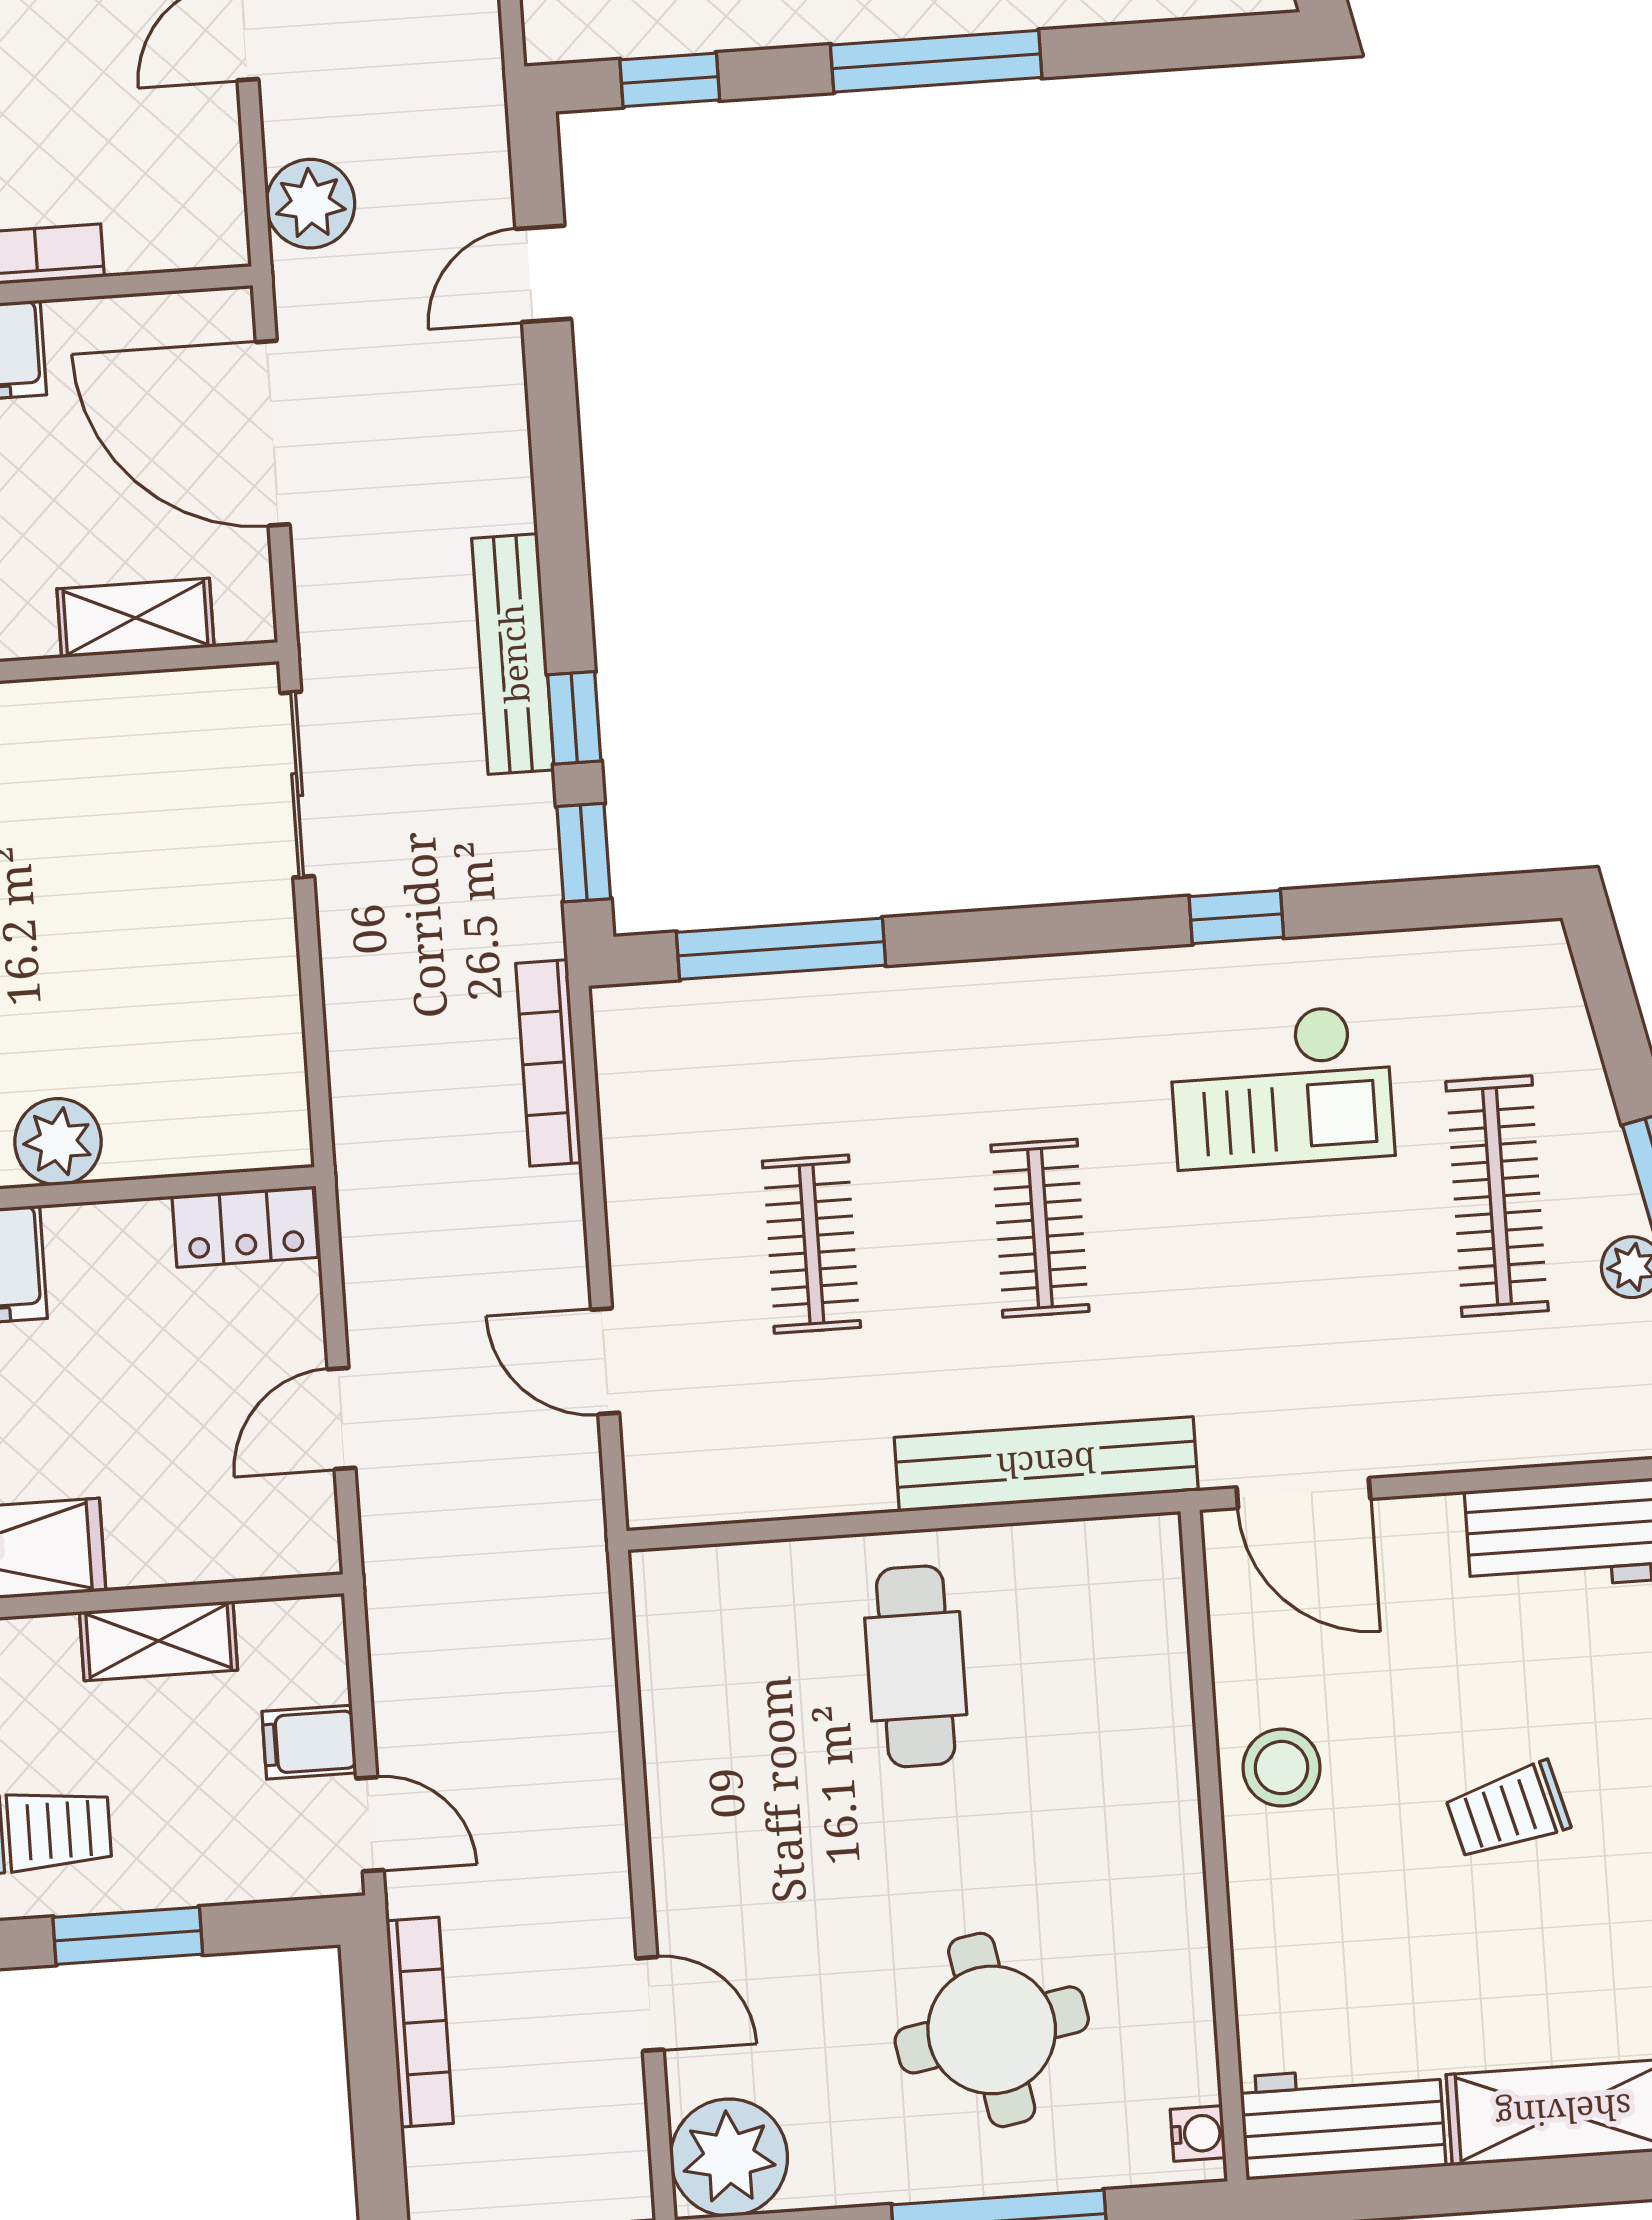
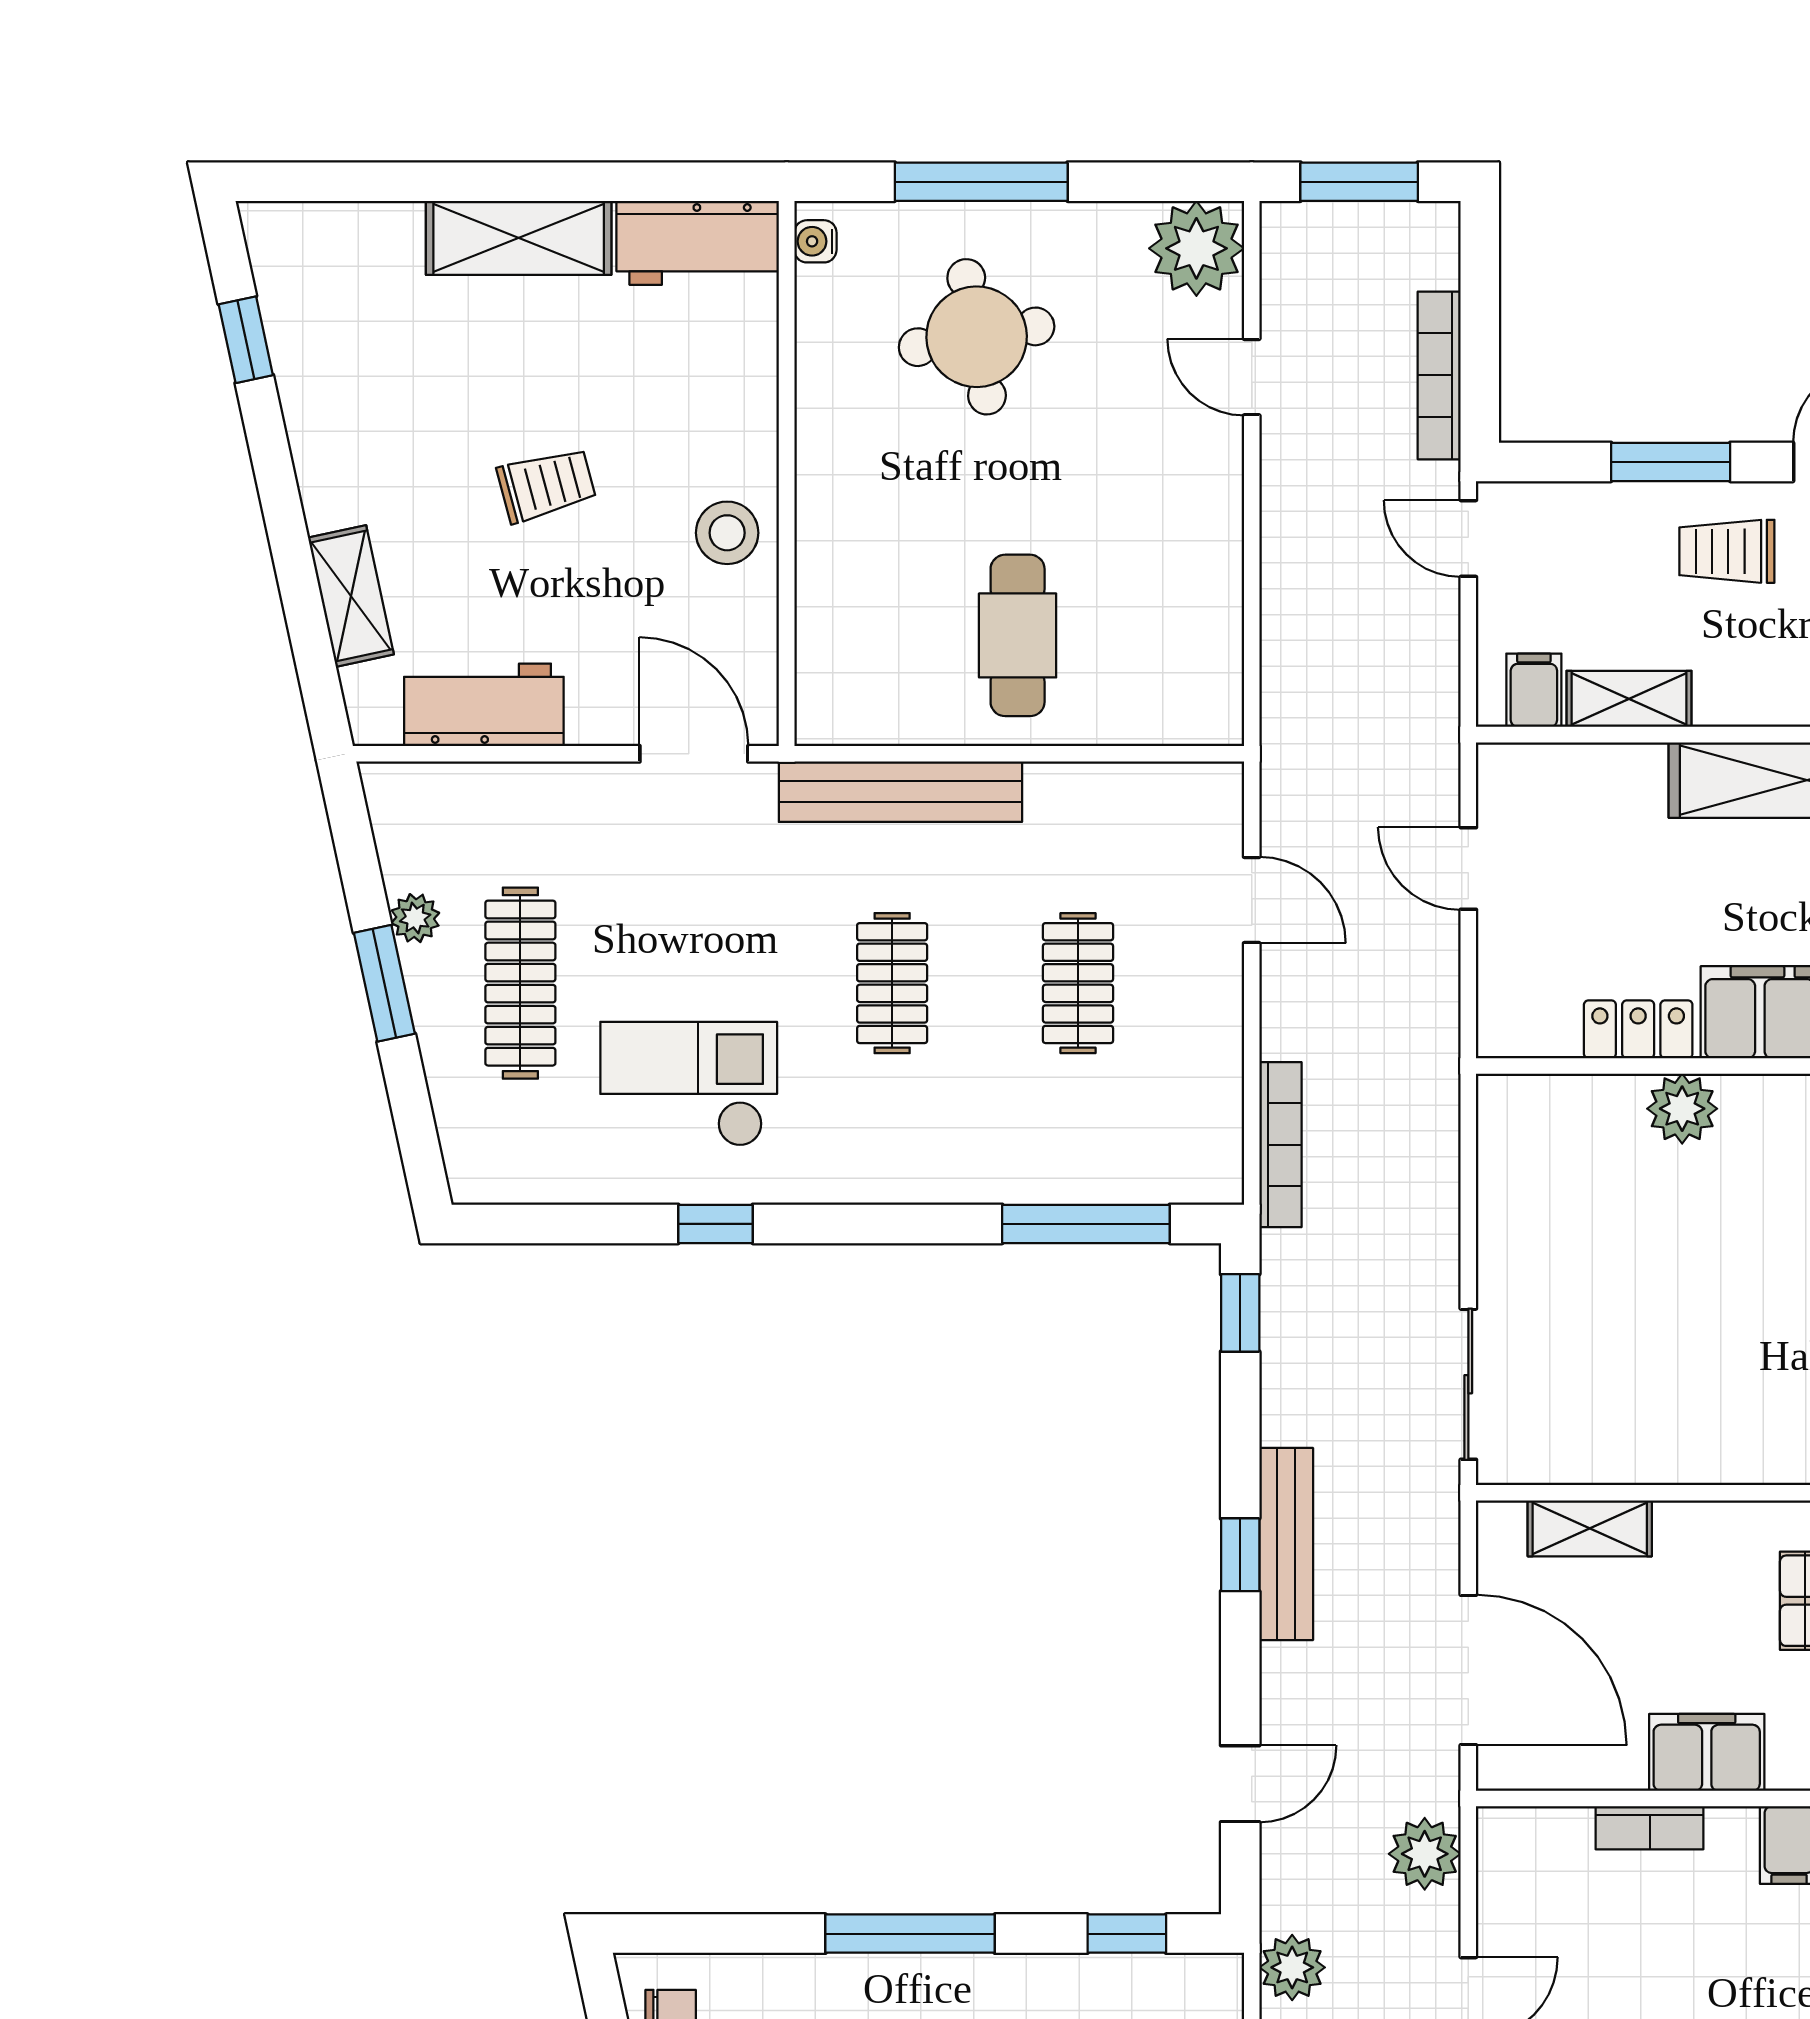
plant: (464, 52) -> (1292, 1967), added
bench: (513, 654) -> (1286, 1544), moved
window: (574, 718) -> (1240, 1555), moved
locker: (245, 1227) -> (1638, 1029), moved
door: (342, 1419) -> (1468, 869), swing flipped
filing cabinet: (309, 1742) -> (1534, 690), moved, turned -90

